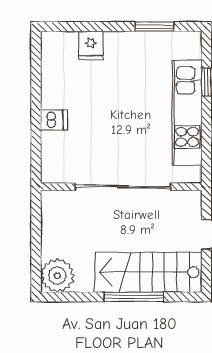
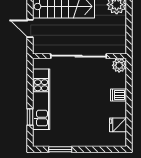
fridge: (91, 46) -> (118, 125), moved, turned -90
plant: (53, 171) -> (119, 65), added

